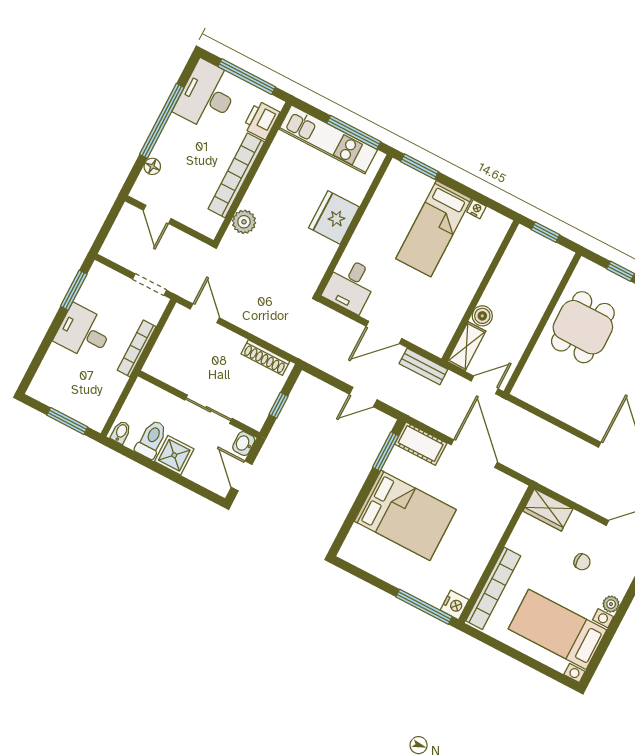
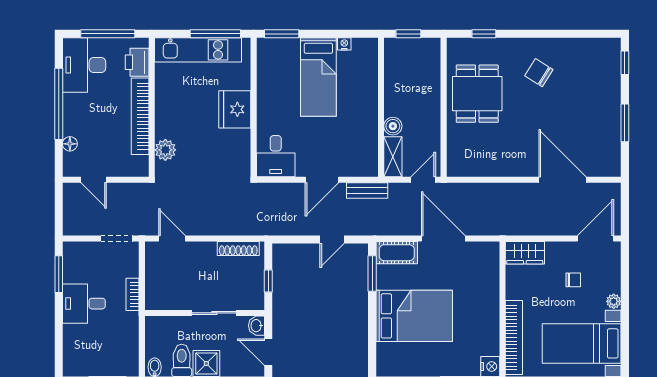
bookcase: (137, 348) -> (133, 294), width x0.64

